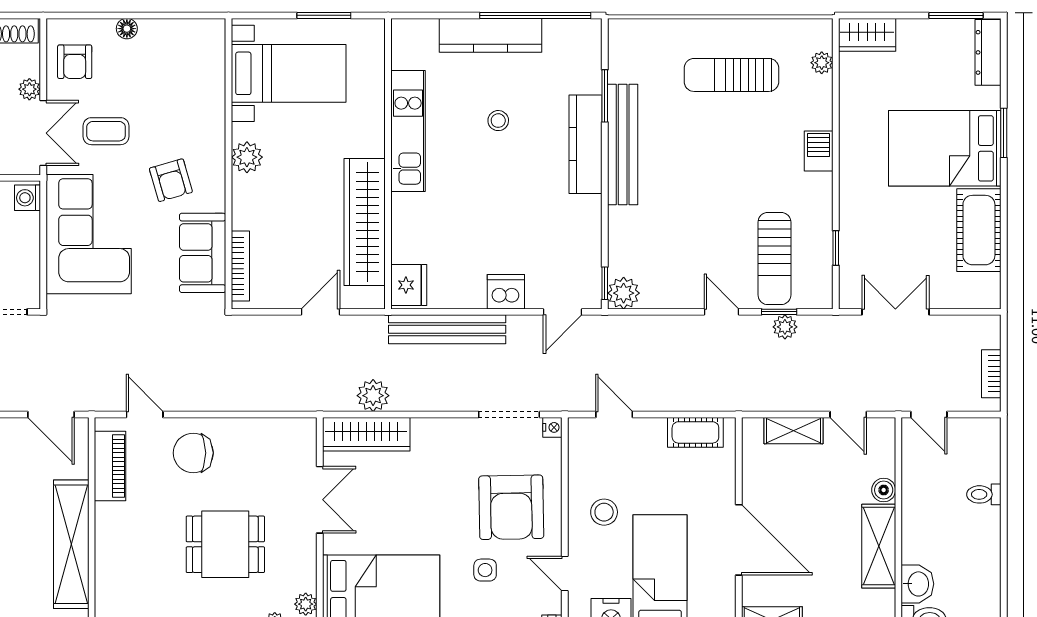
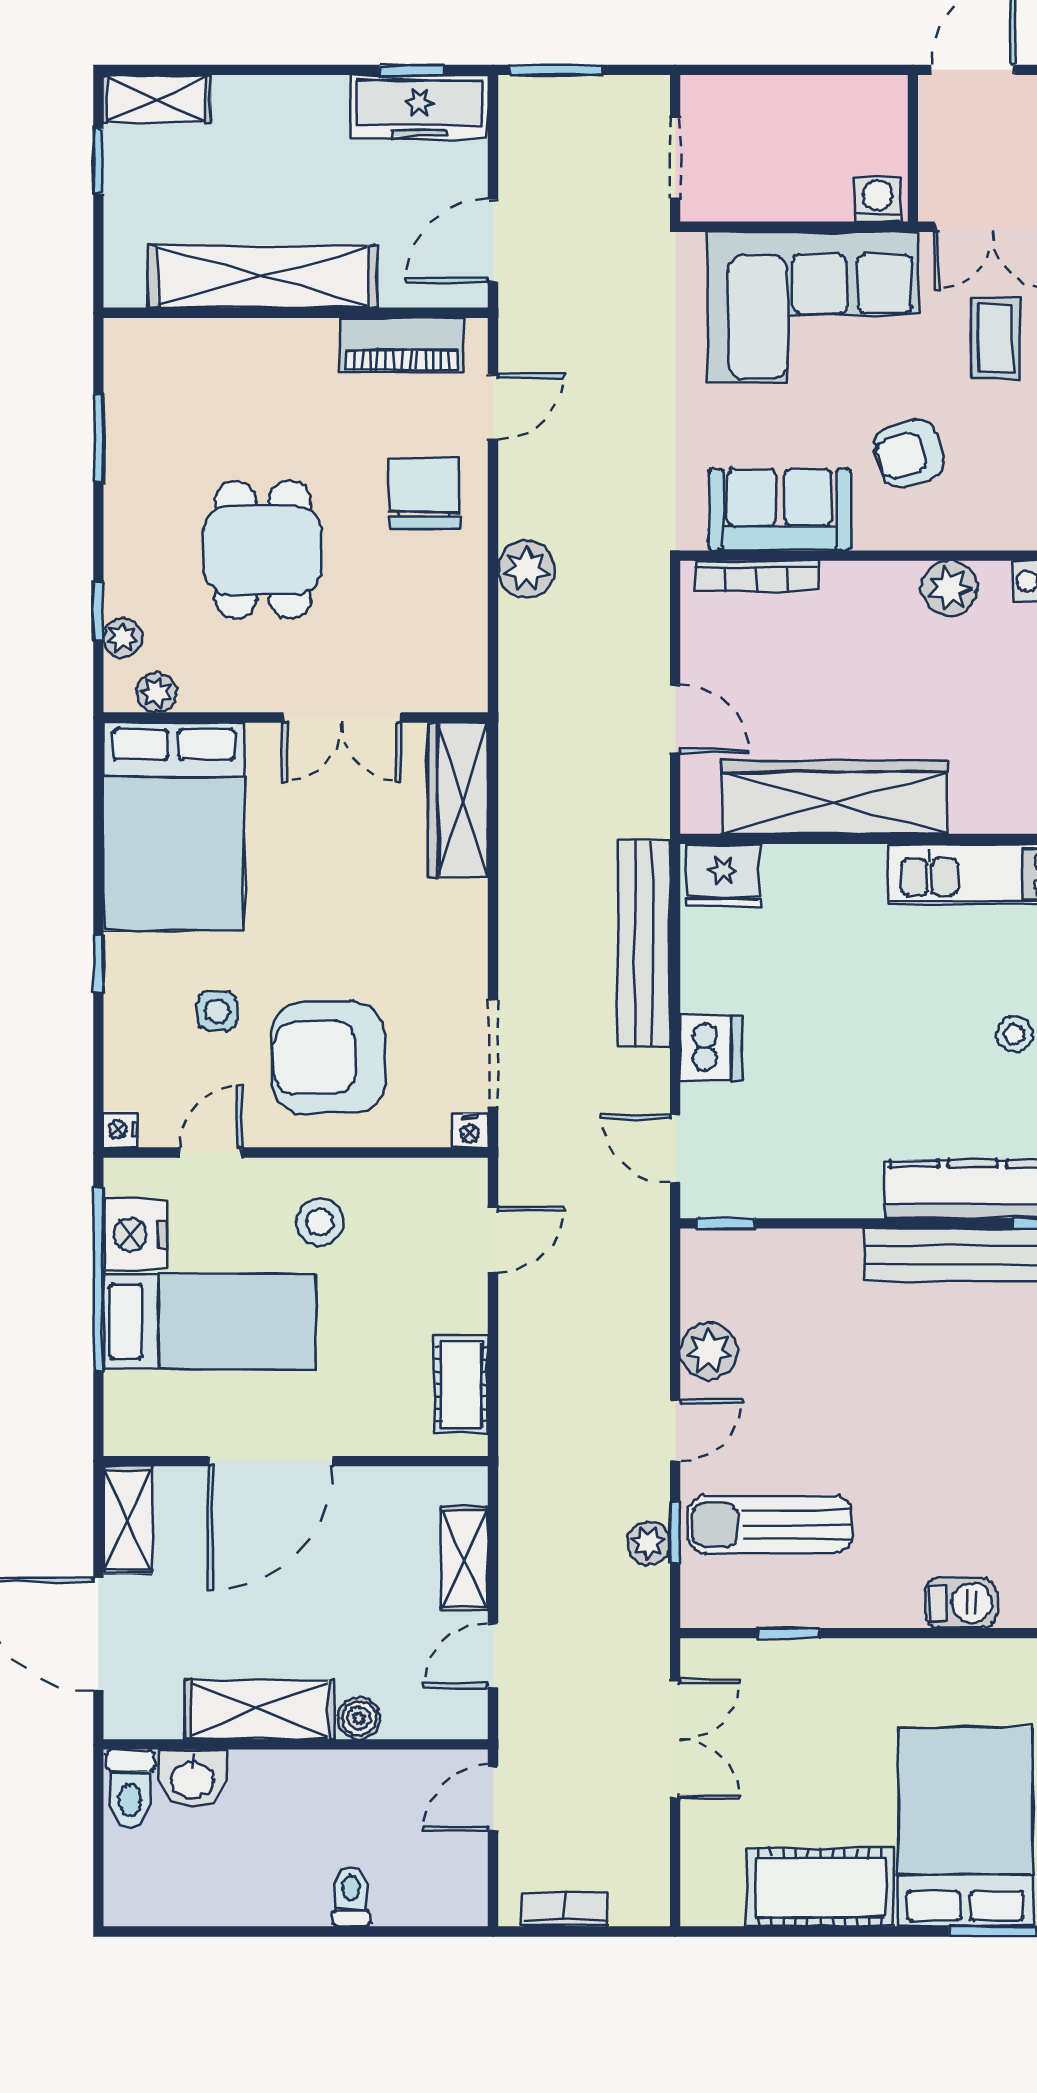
plant: (624, 293) -> (709, 1351), moved
plant: (373, 396) -> (527, 569), moved

